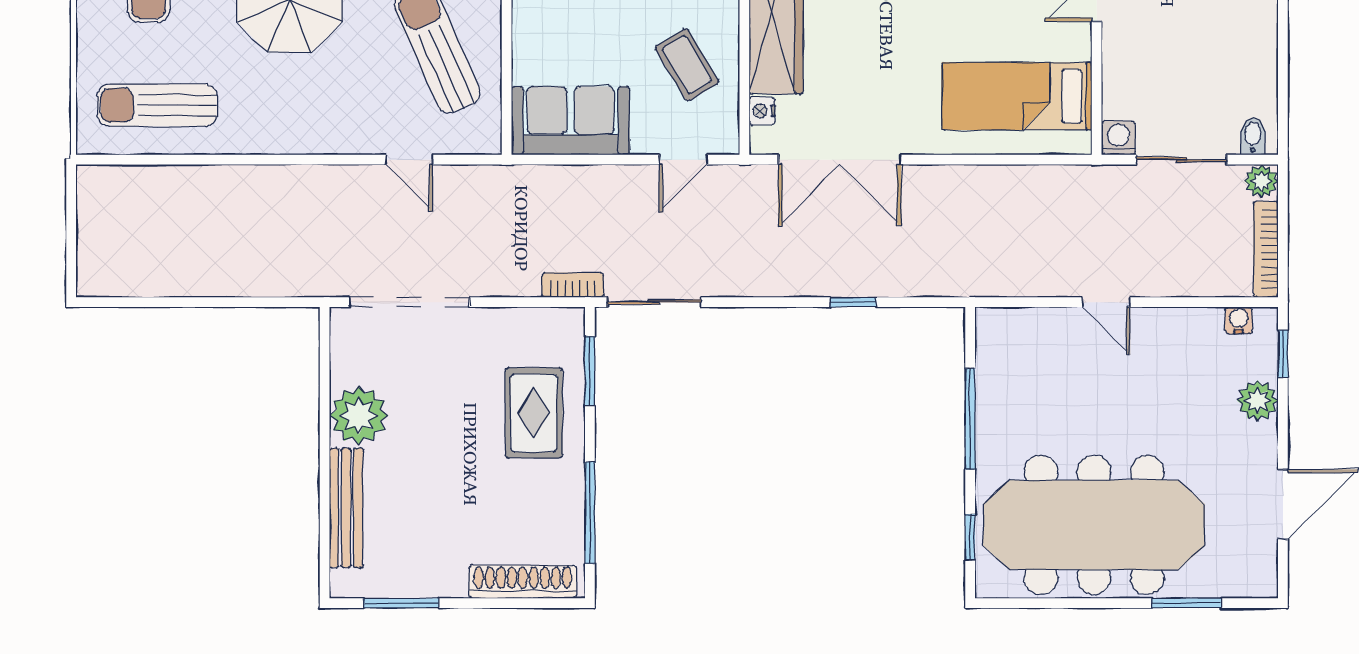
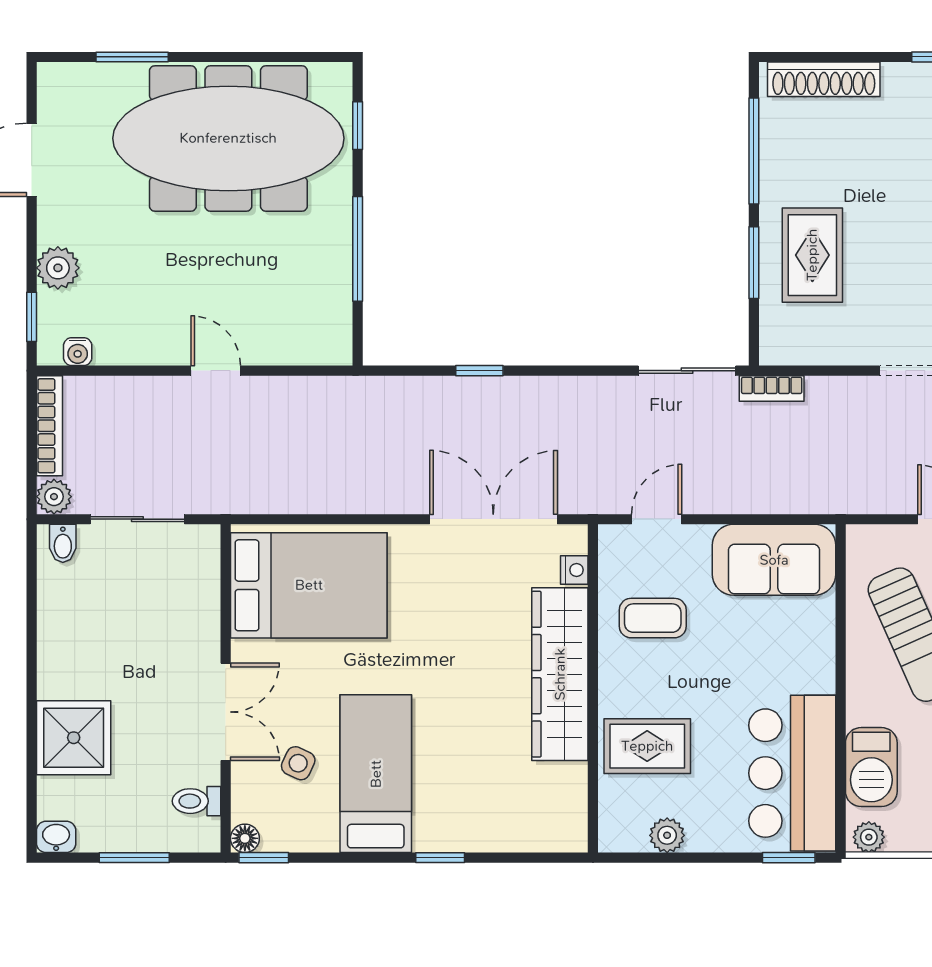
coffee table: (687, 65) -> (653, 618), turned -59
bed: (1017, 96) -> (309, 585), width x1.50
washing machine: (1118, 138) -> (203, 542), removed
window: (590, 371) -> (754, 263), moved

